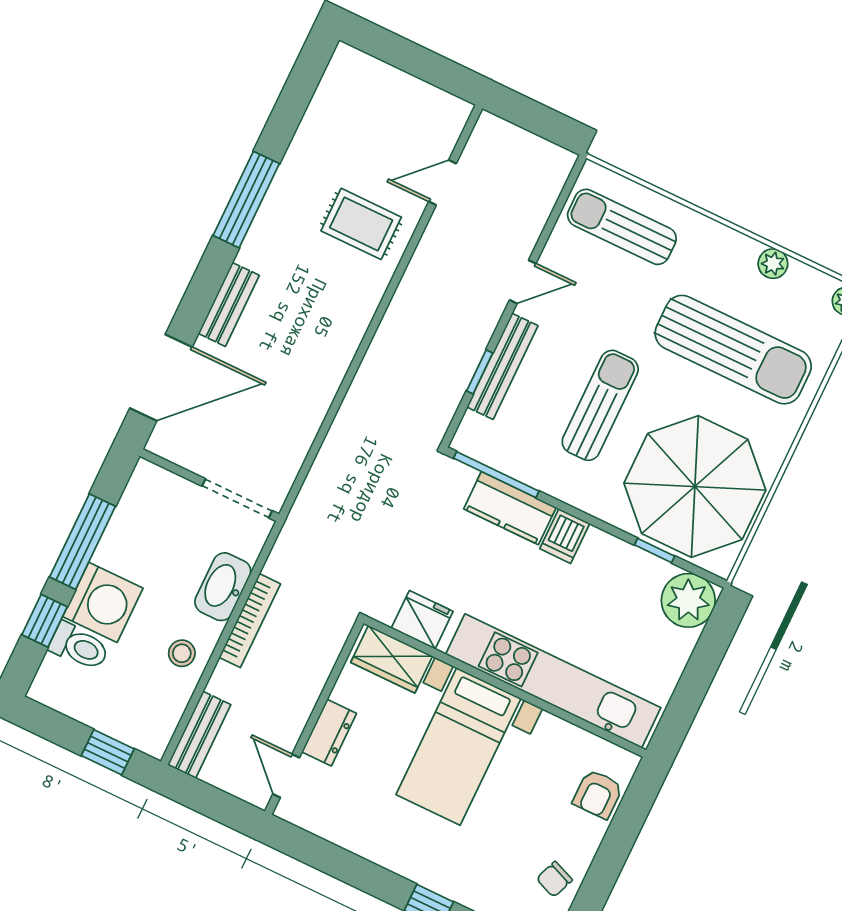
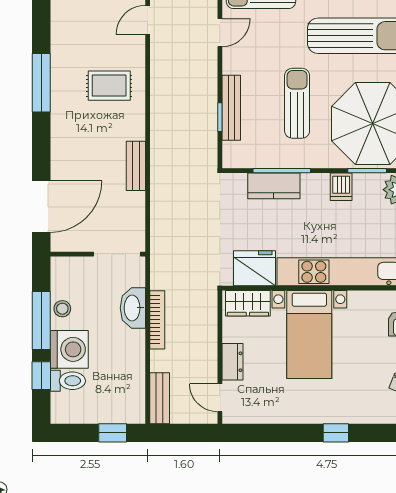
rug: (361, 224) -> (109, 86), moved
door: (523, 282) -> (220, 33), moved
bench: (229, 304) -> (136, 166), moved
window: (496, 475) -> (282, 171), moved
dishwasher: (565, 536) -> (341, 187), moved
window: (655, 550) -> (367, 171), width x1.50
fridge: (422, 620) -> (255, 268), width x1.36, depth x1.34
stool: (182, 653) -> (62, 309), moved

